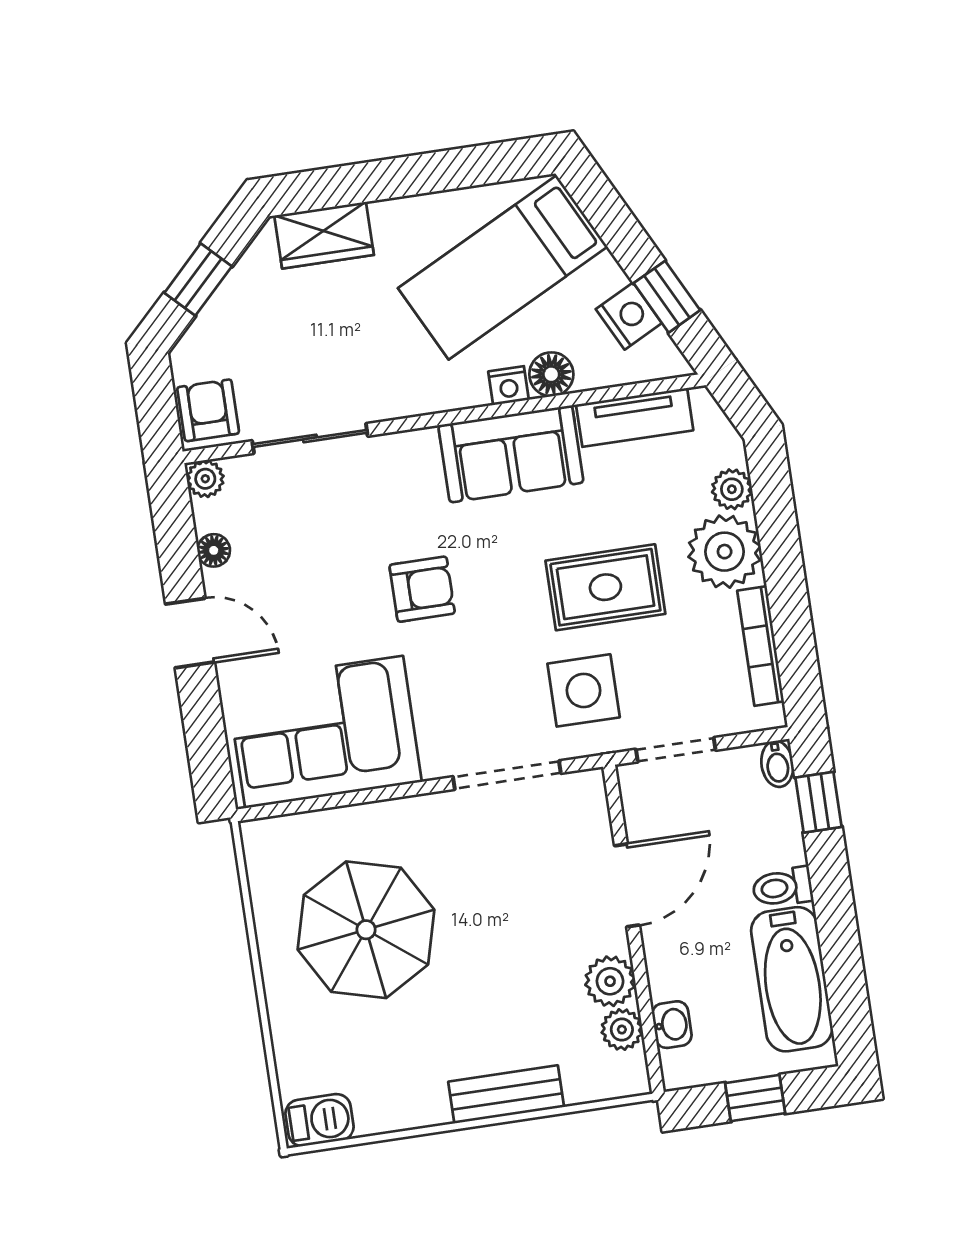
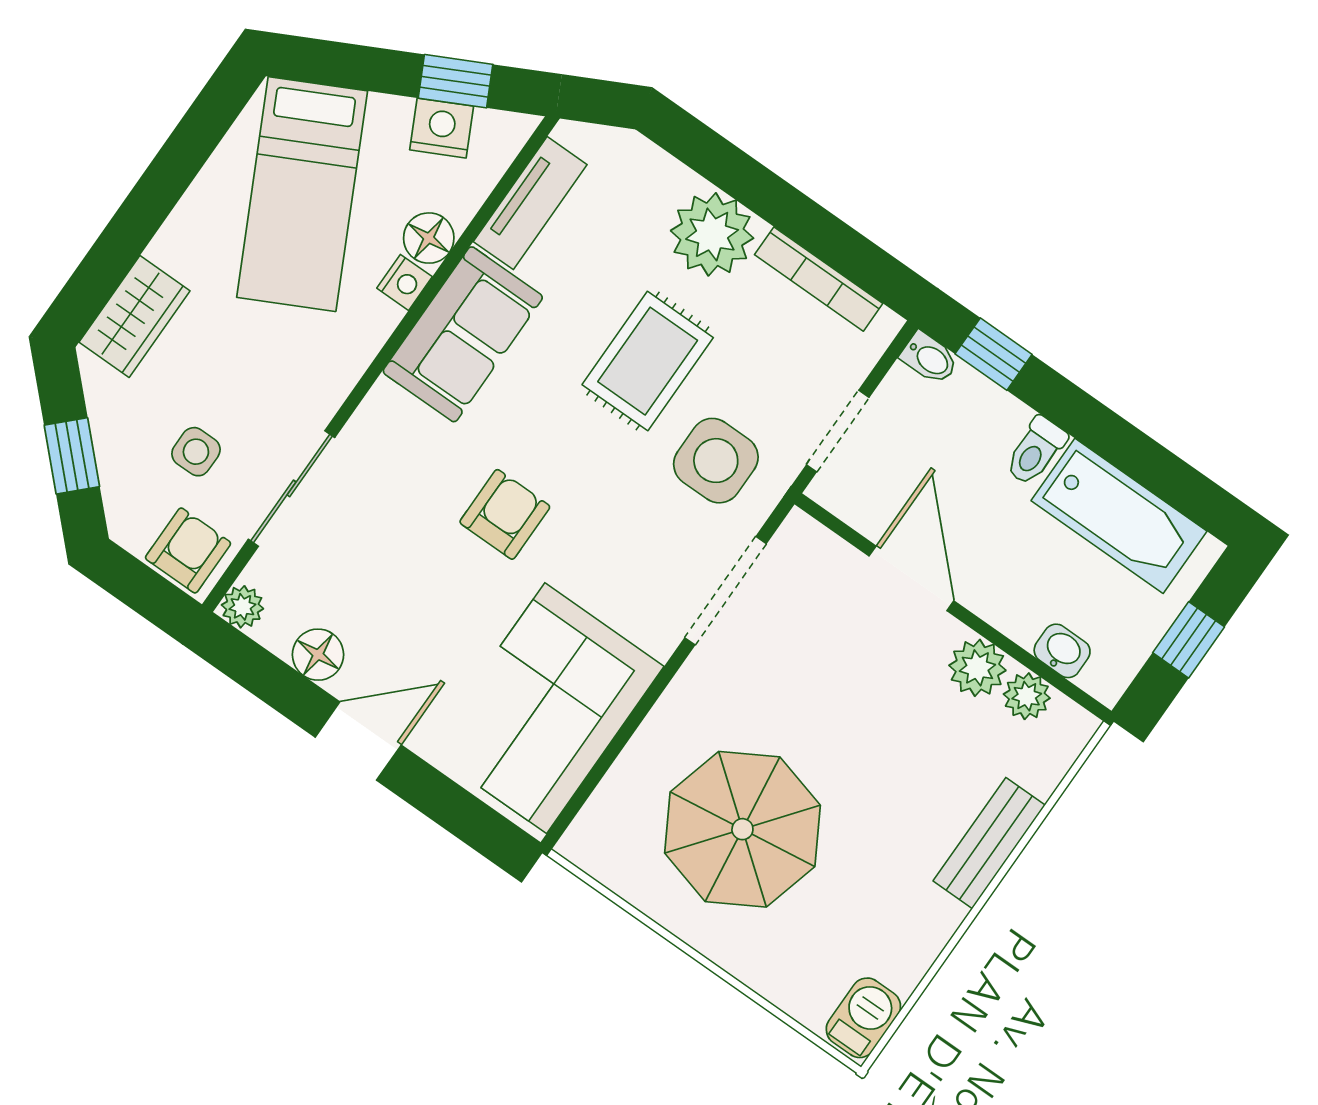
side table: (276, 356) -> (196, 452), added
armchair: (208, 410) -> (188, 550), turned 90
plant: (732, 489) -> (666, 179), removed
floor lamp: (214, 550) -> (318, 655), width x1.37, depth x1.37

